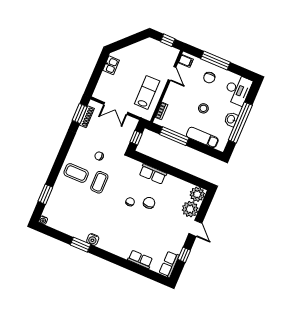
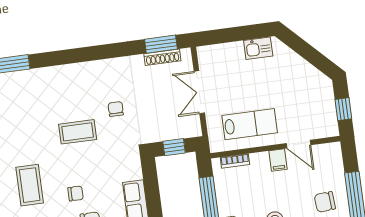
filing cabinet: (186, 61) -> (278, 160), moved
door: (172, 74) -> (299, 144), hinge flipped
coffee table: (76, 173) -> (30, 185), moved

